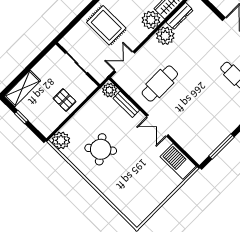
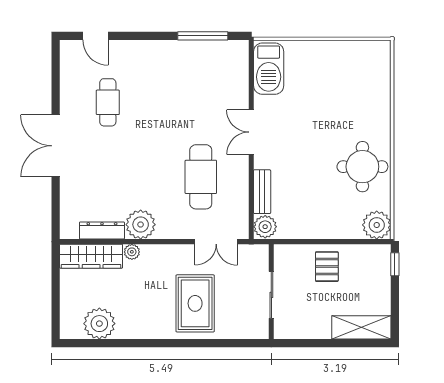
plant: (151, 20) -> (132, 252), width x0.53, depth x0.53
cafe table: (160, 84) -> (201, 177), turned 90
window: (21, 117) -> (395, 264), moved
double door: (157, 126) -> (251, 132), swing flipped
round table: (101, 149) -> (362, 167), moved, turned 38

